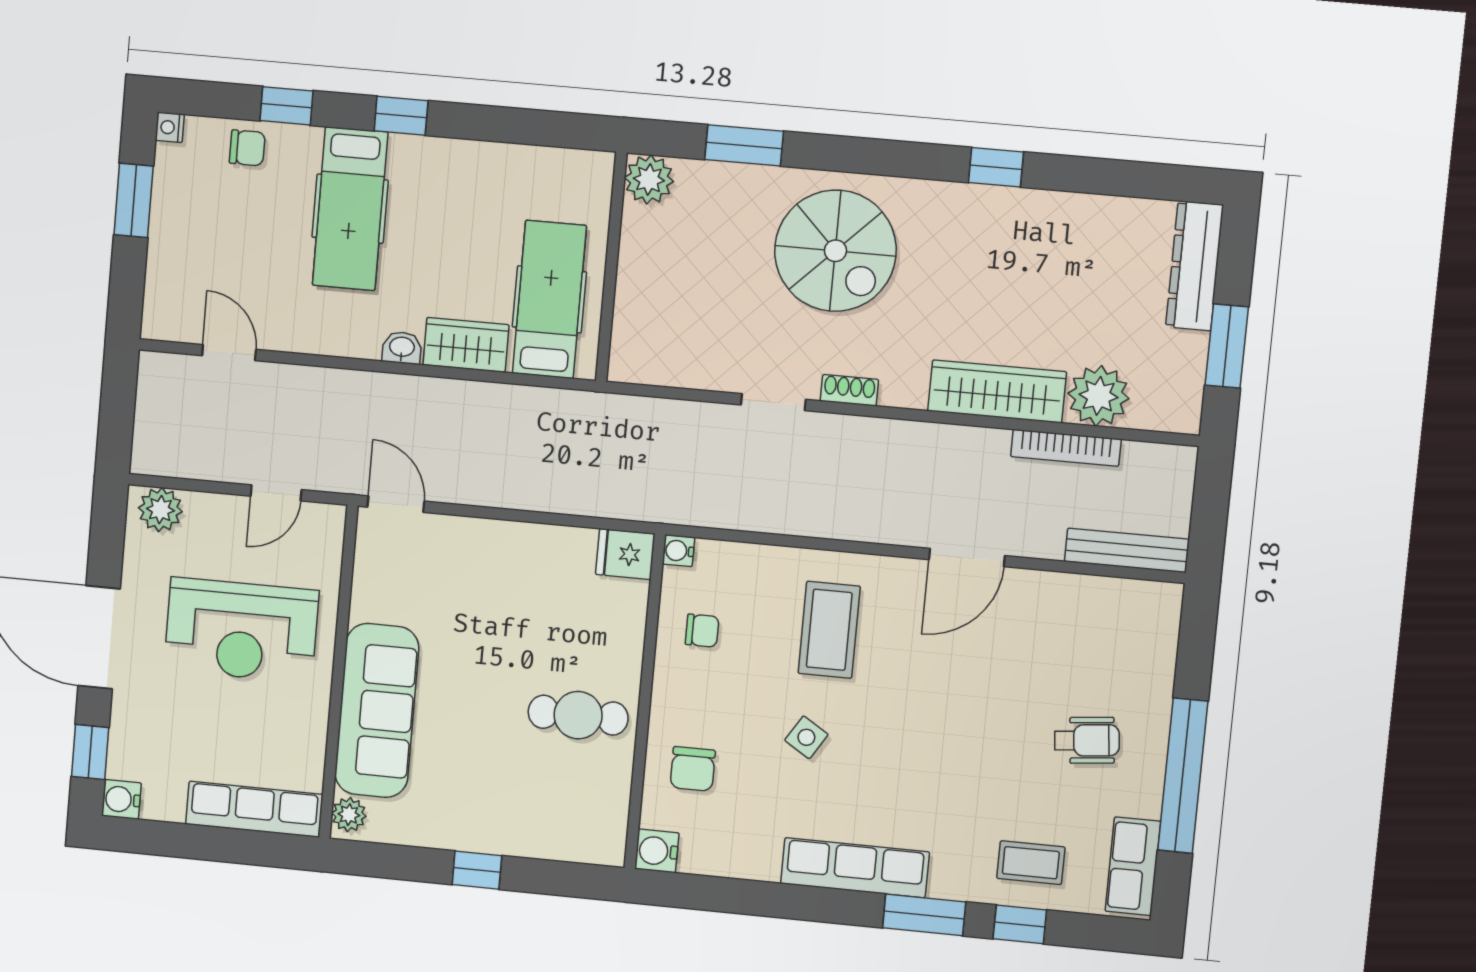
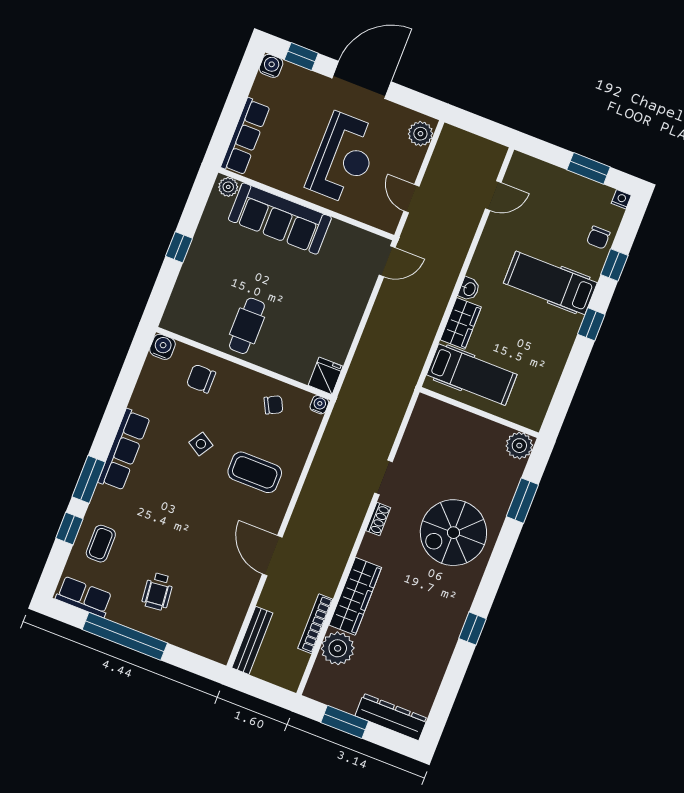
reception desk: (241, 630) -> (344, 158), turned 180
chair: (702, 631) -> (273, 405), turned -117

